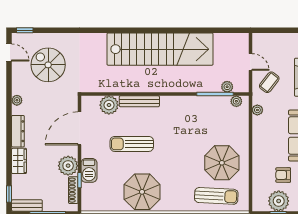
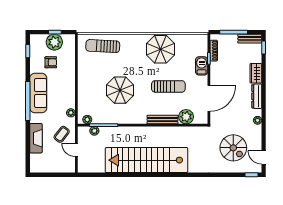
parasol: (222, 163) -> (120, 90), moved
plant: (68, 166) -> (218, 70), removed

